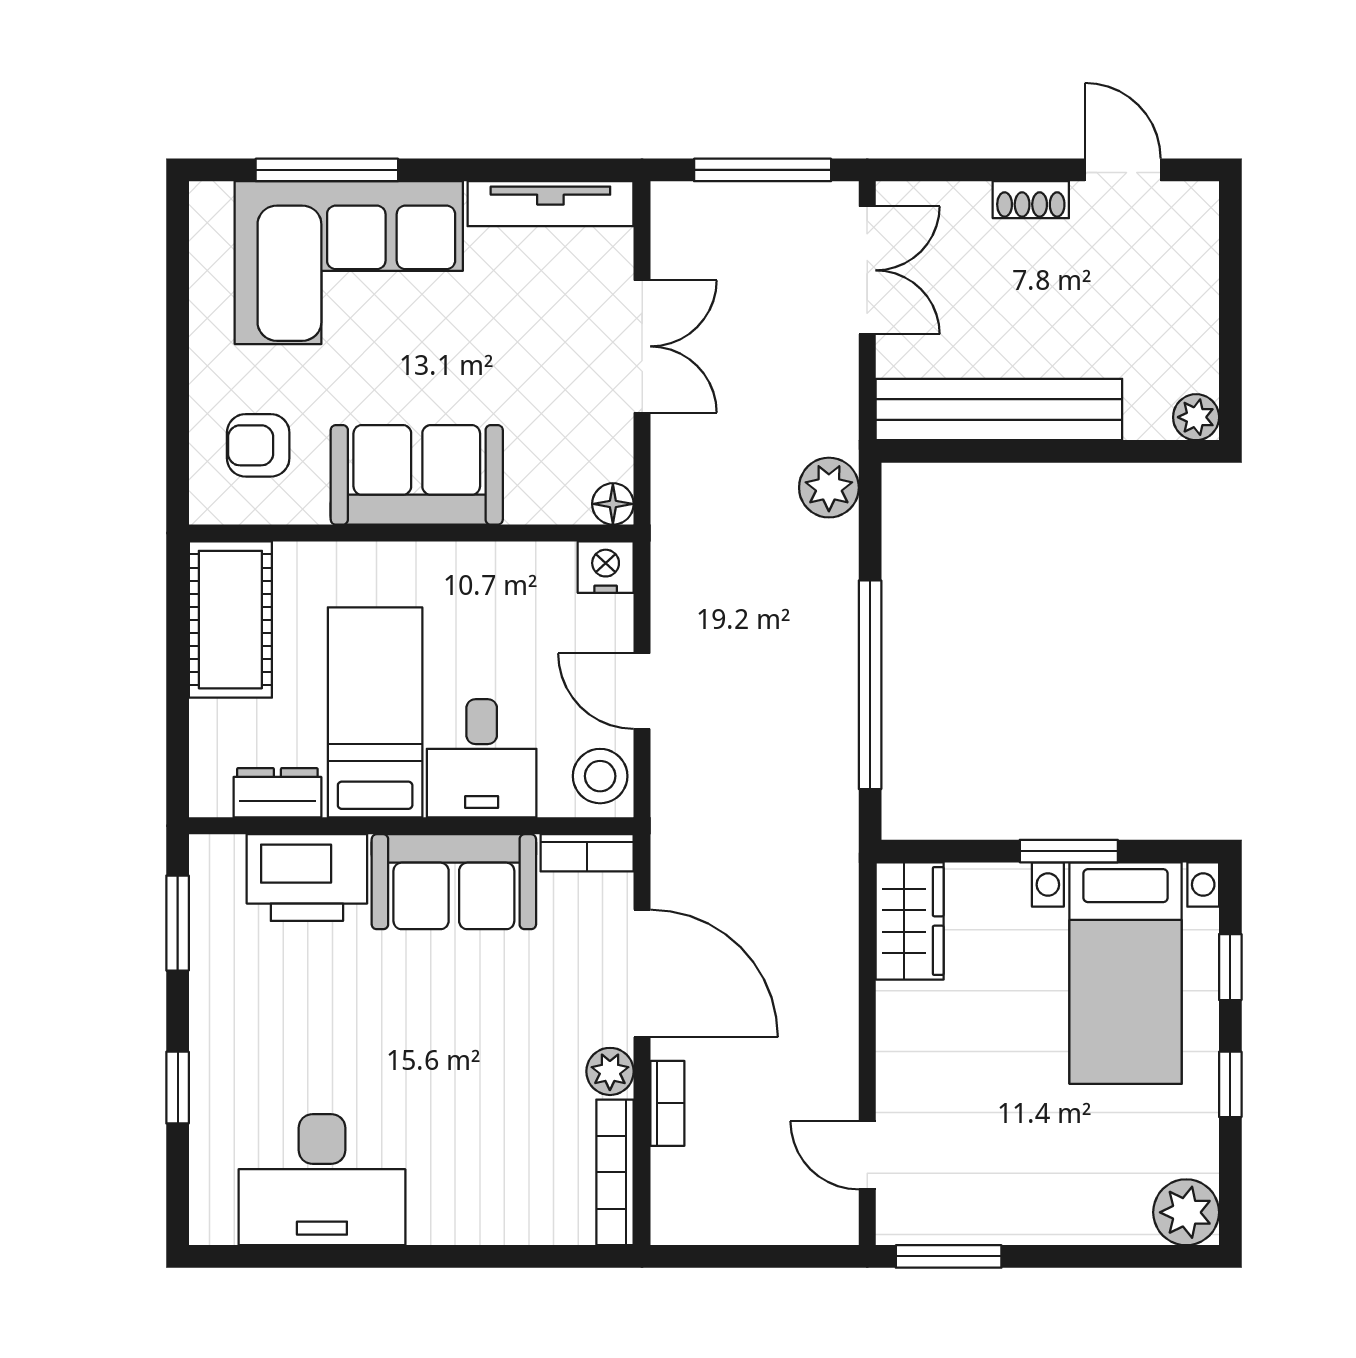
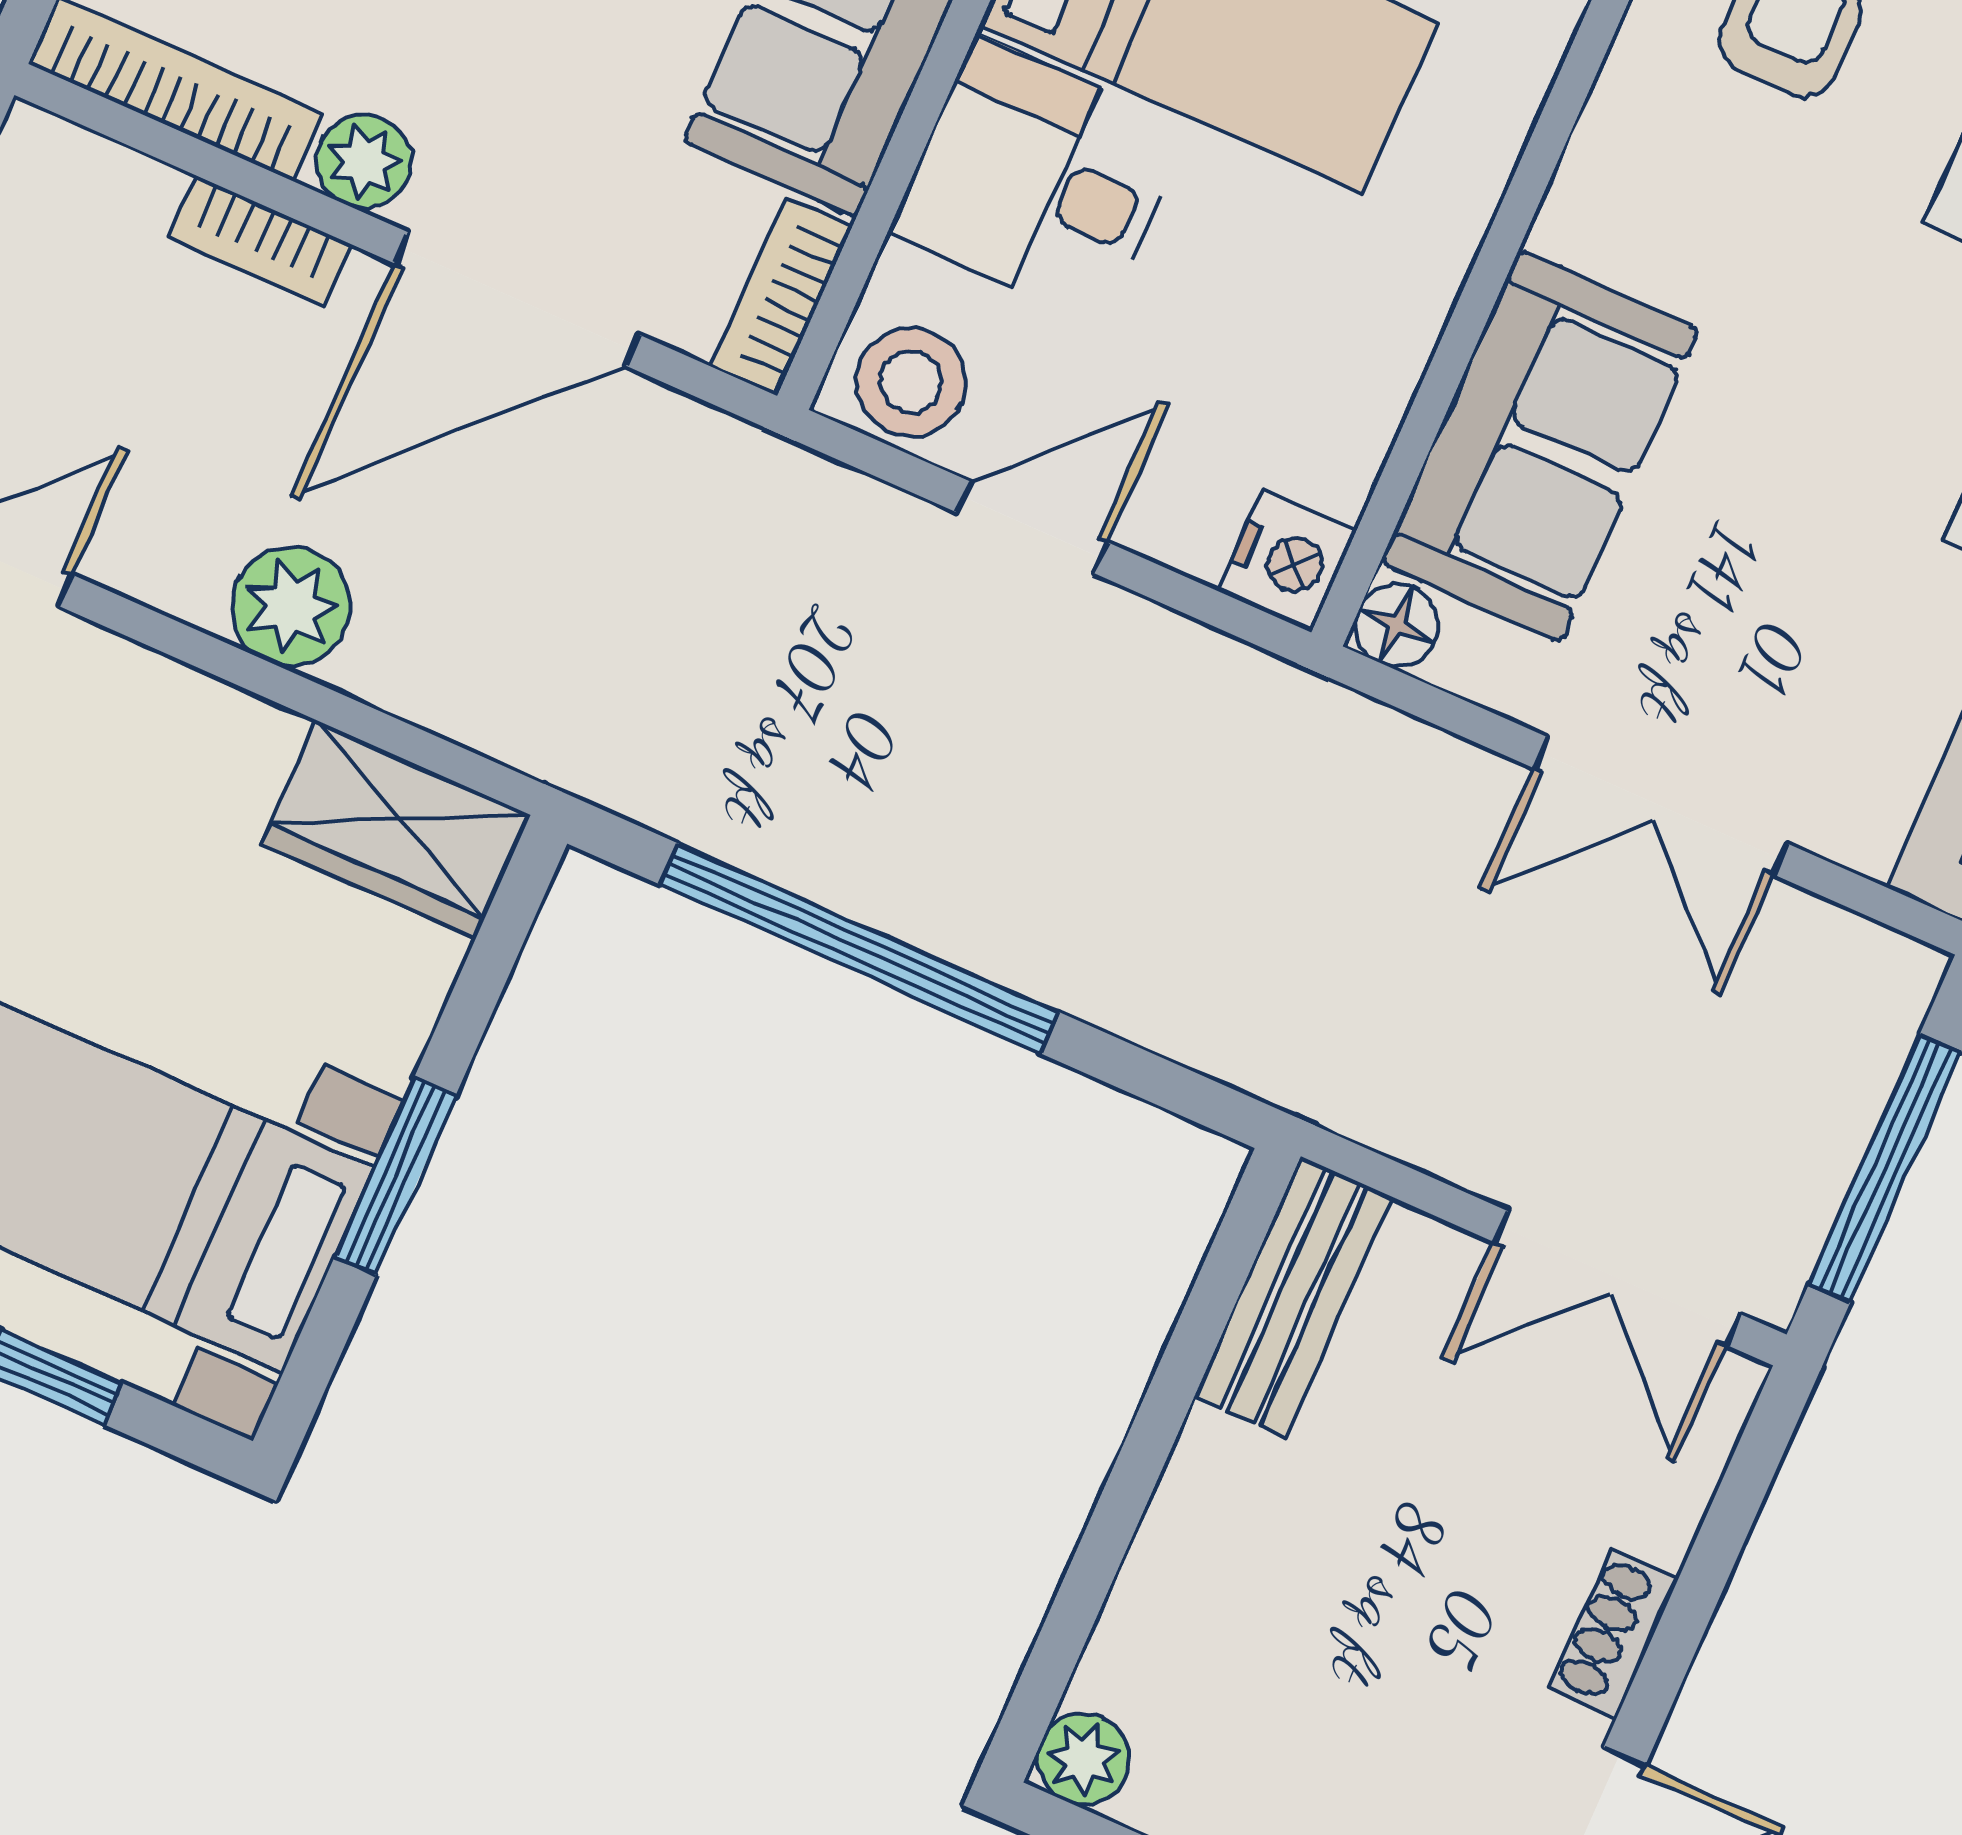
bench: (999, 409) -> (1293, 1297), width x0.54, depth x0.82
sofa: (417, 475) -> (1540, 446), moved
plant: (829, 488) -> (291, 607), moved

